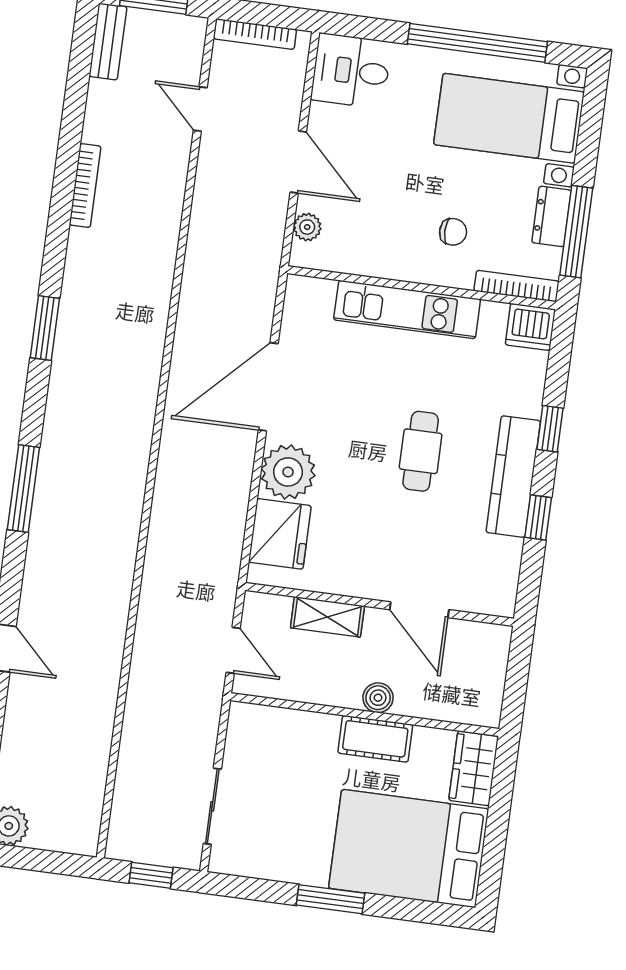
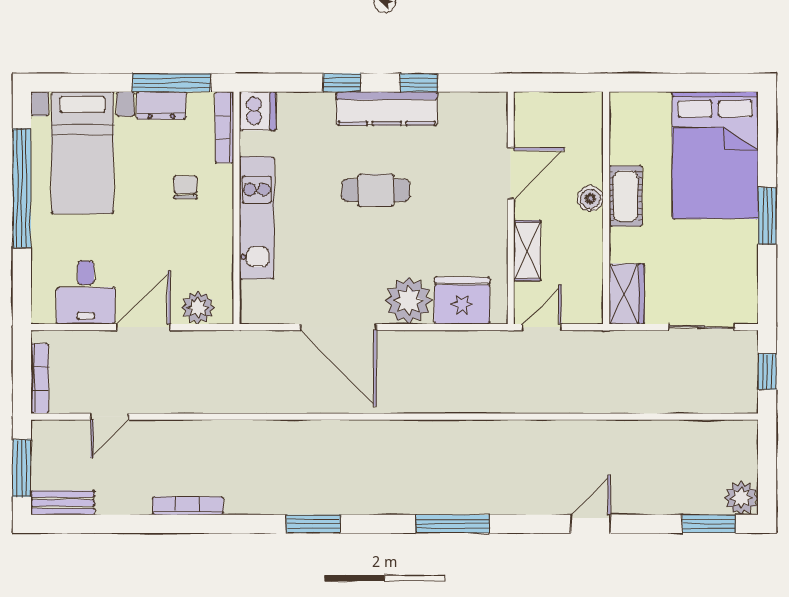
desk: (351, 71) -> (86, 293), moved
plant: (307, 227) -> (198, 308), width x1.38, depth x1.38
door: (233, 650) -> (542, 327), moved
wardrobe: (474, 768) -> (627, 294), moved, turned -90

